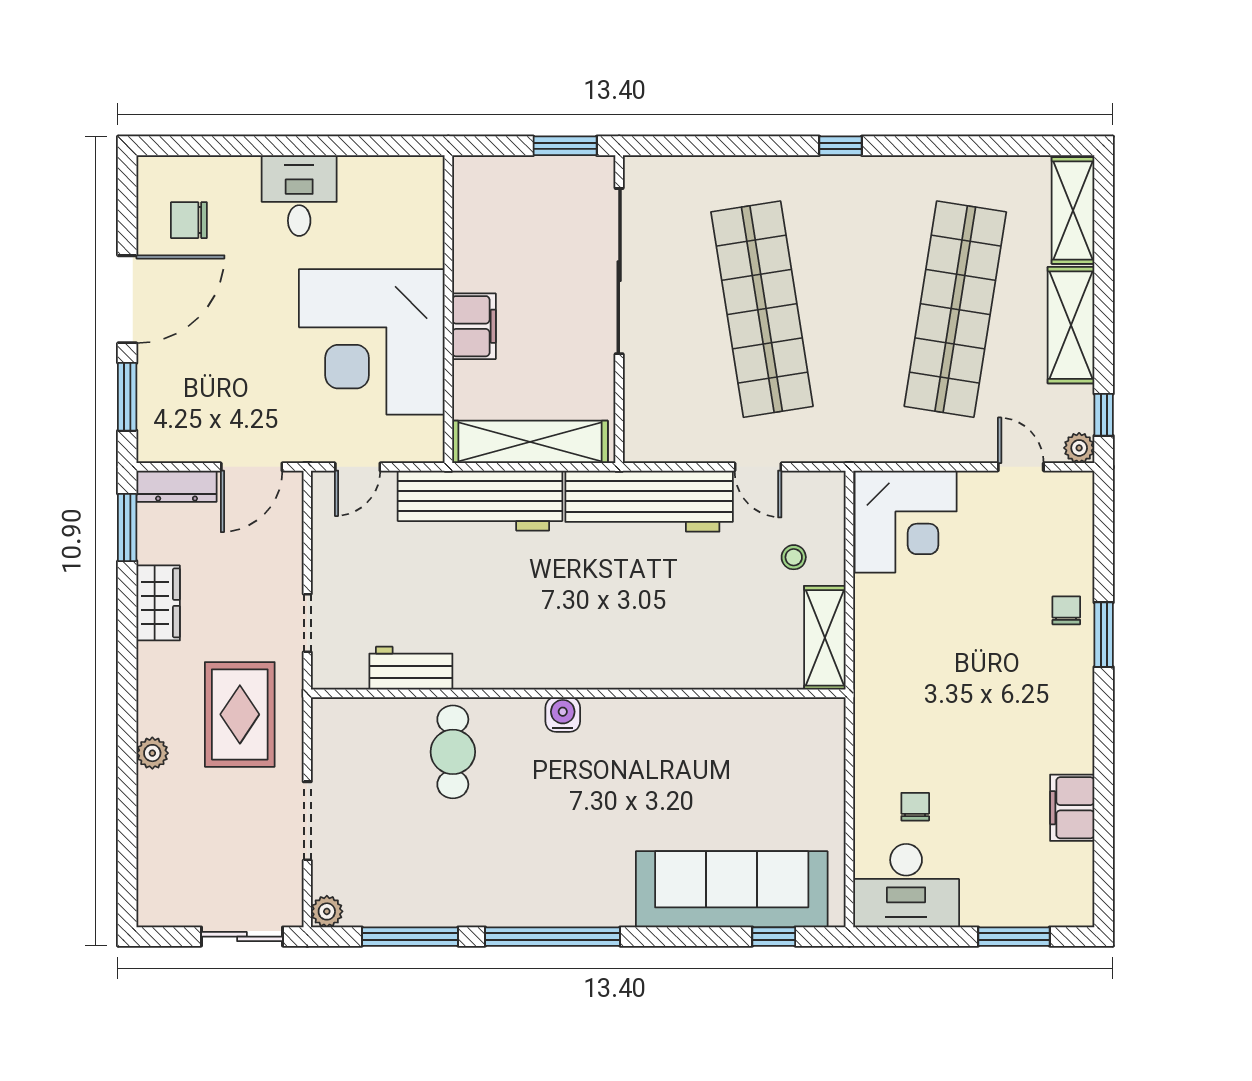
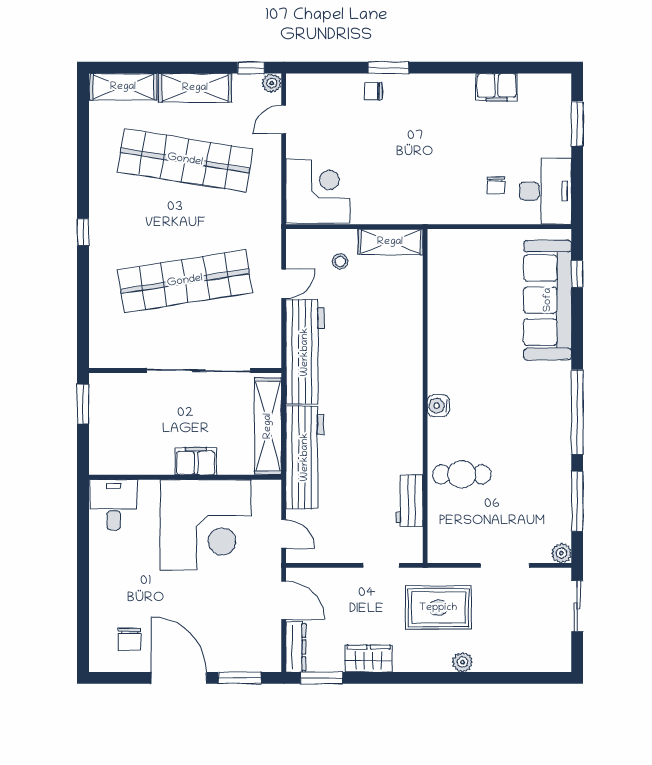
desk: (299, 195) -> (114, 505), moved, turned 90
sliding door: (619, 271) -> (199, 370), moved
chair: (915, 807) -> (496, 185), turned -90

